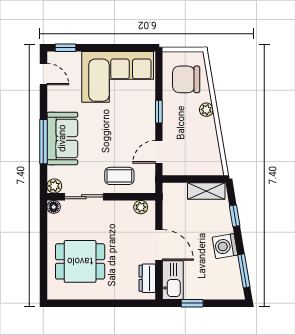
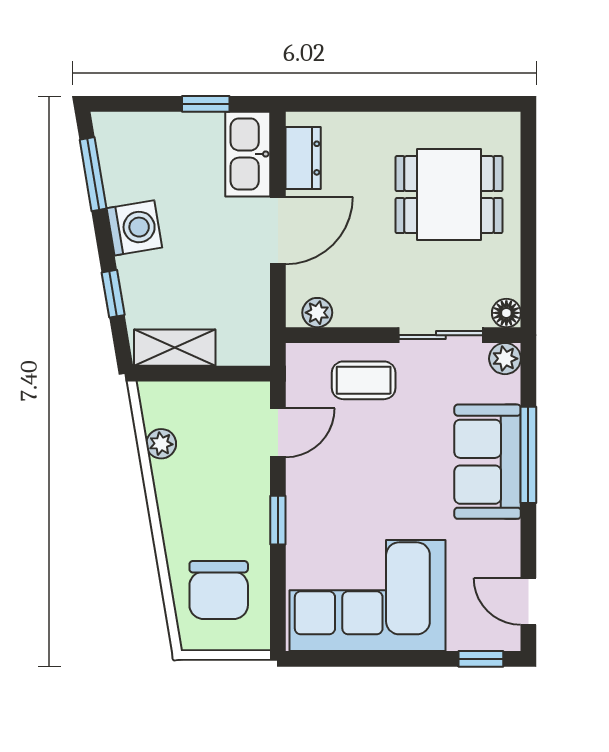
chair: (186, 79) -> (219, 590), turned 90
plant: (206, 110) -> (161, 444), moved
door: (159, 245) -> (278, 231), swing flipped

